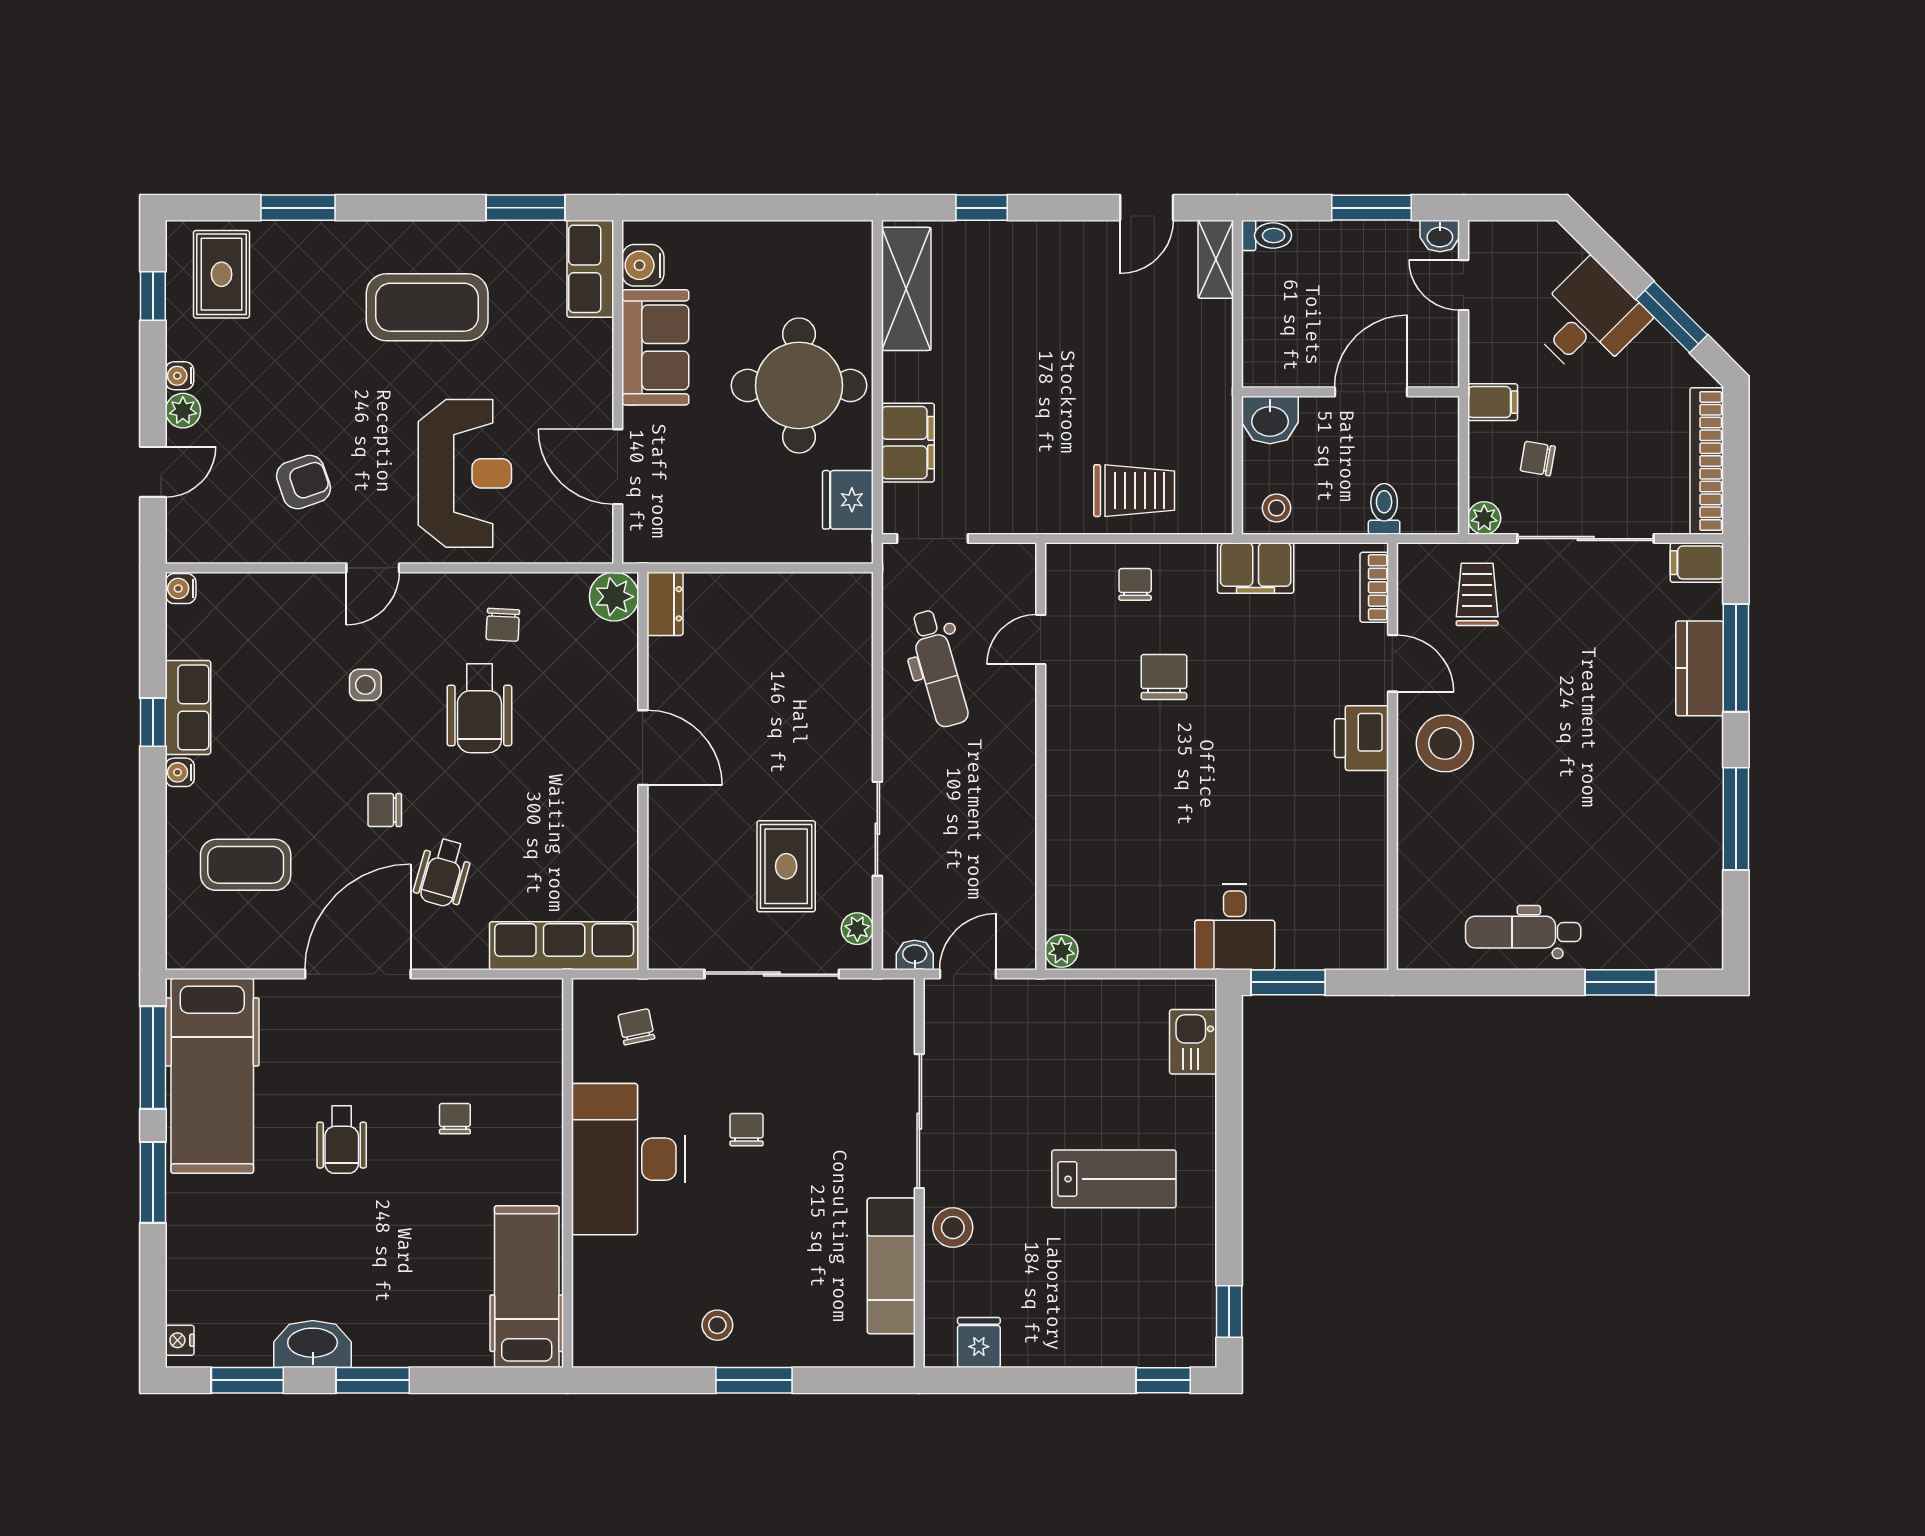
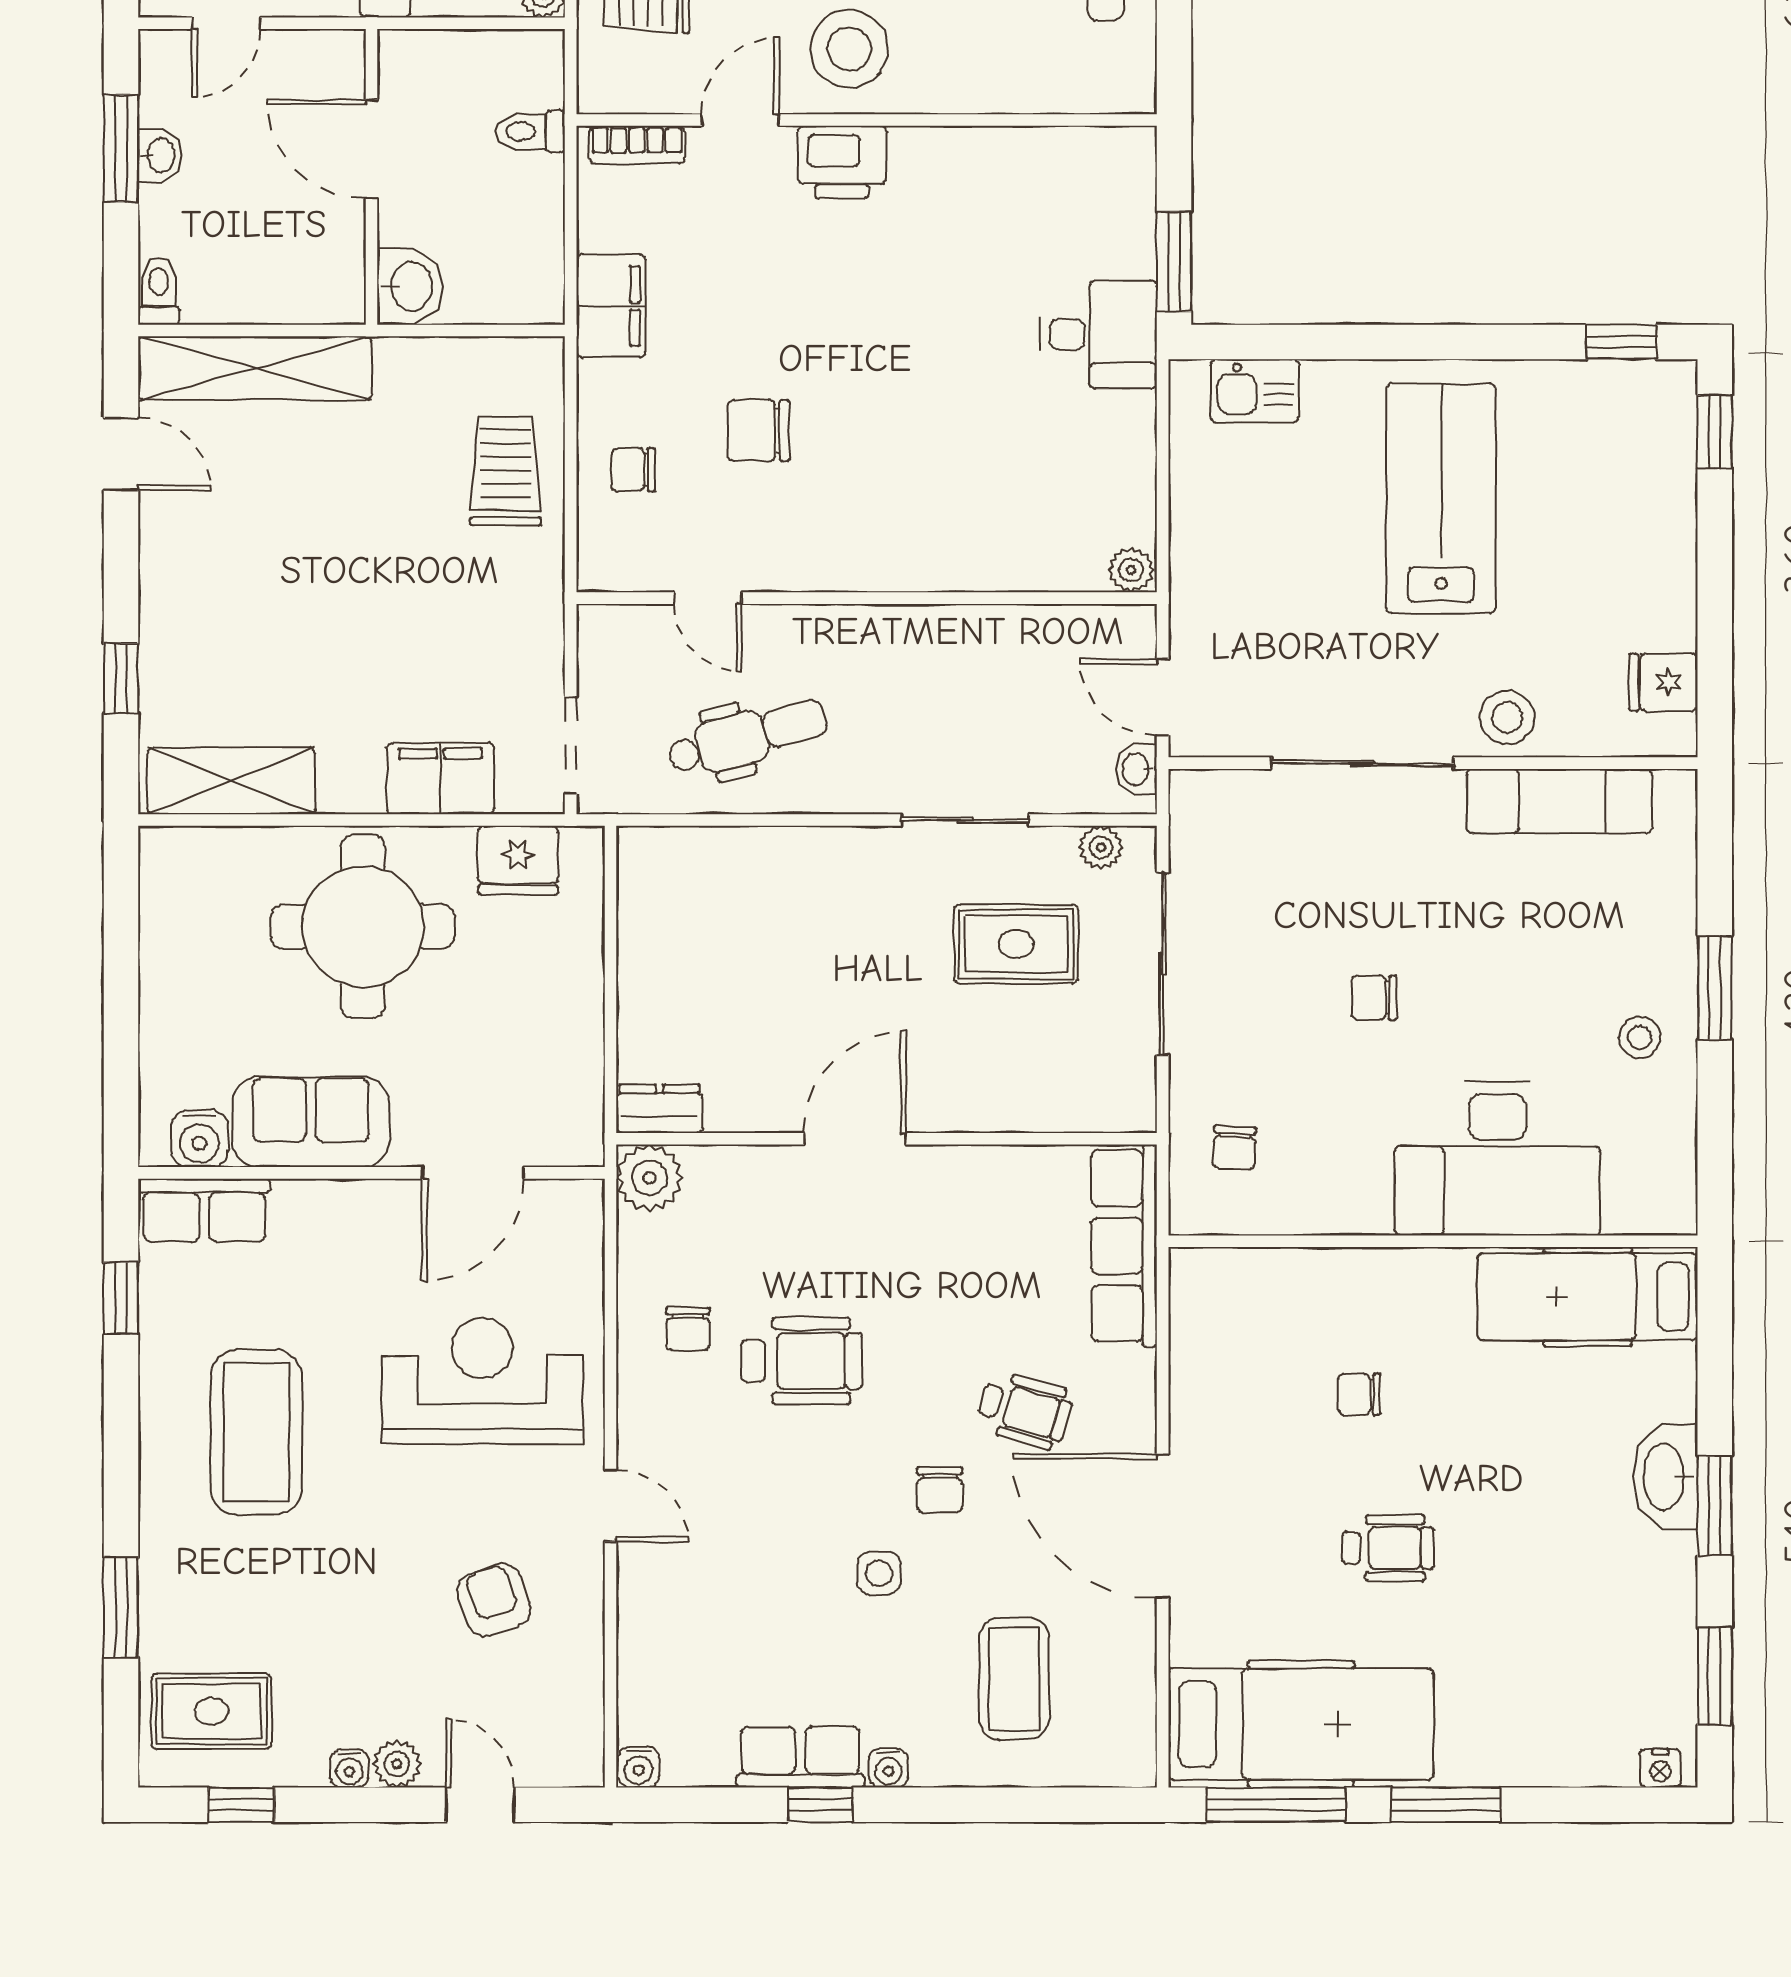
window: (526, 208) -> (121, 1298), width x0.67
washbasin: (1440, 236) -> (160, 155), moved
shelving: (1216, 259) -> (255, 368), width x2.20, depth x1.33
stool: (1277, 508) -> (529, 278), removed
chair: (503, 625) -> (688, 1329), turned 87
side table: (365, 685) -> (879, 1573), moved
chair: (636, 1027) -> (1234, 1148), turned -75
desk: (628, 1159) -> (1497, 1158), moved
lab bench: (1114, 1179) -> (1441, 499), width x1.36, depth x1.39
washbasin: (313, 1344) -> (1665, 1477), moved

